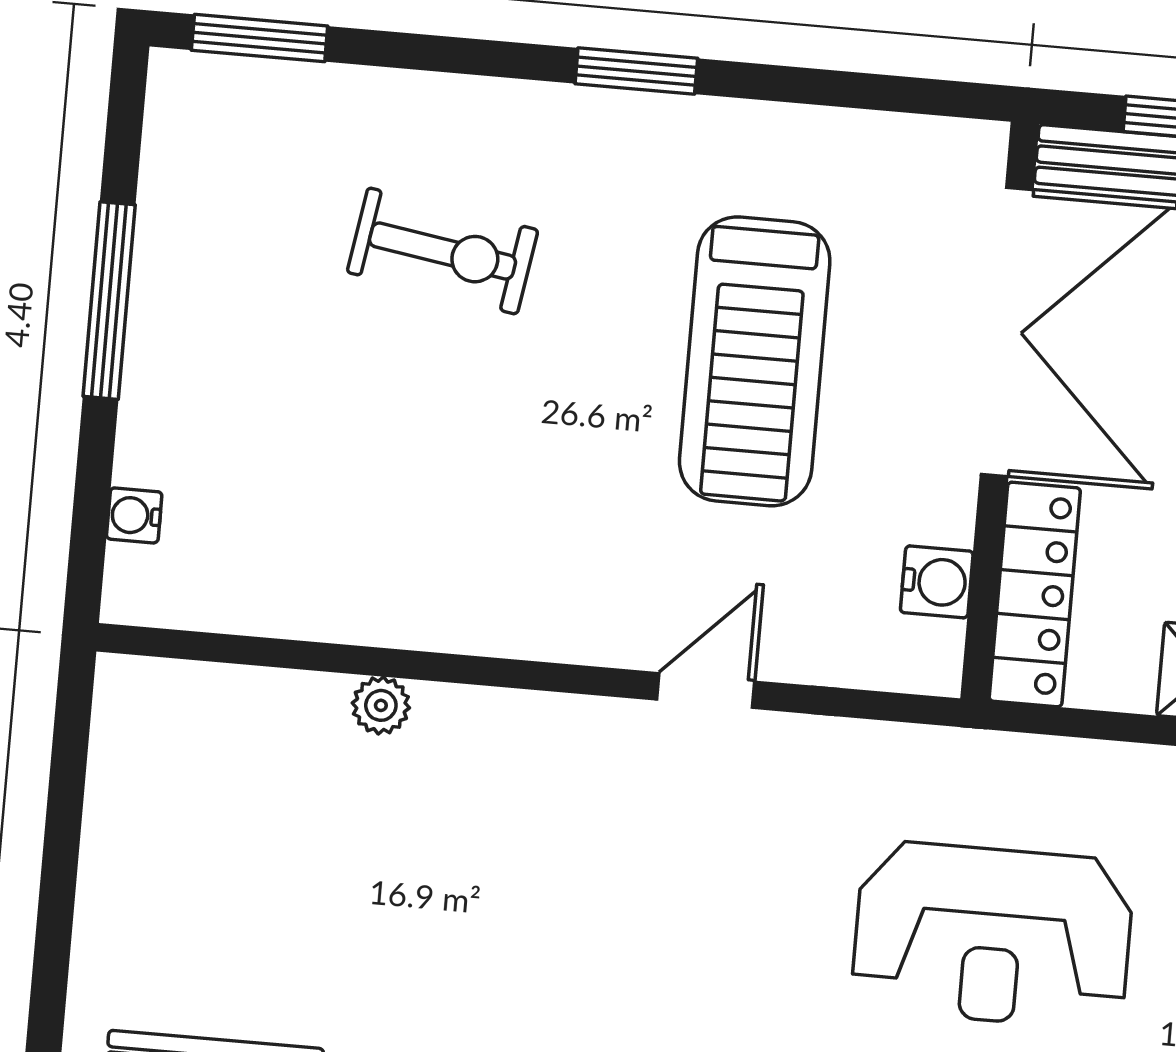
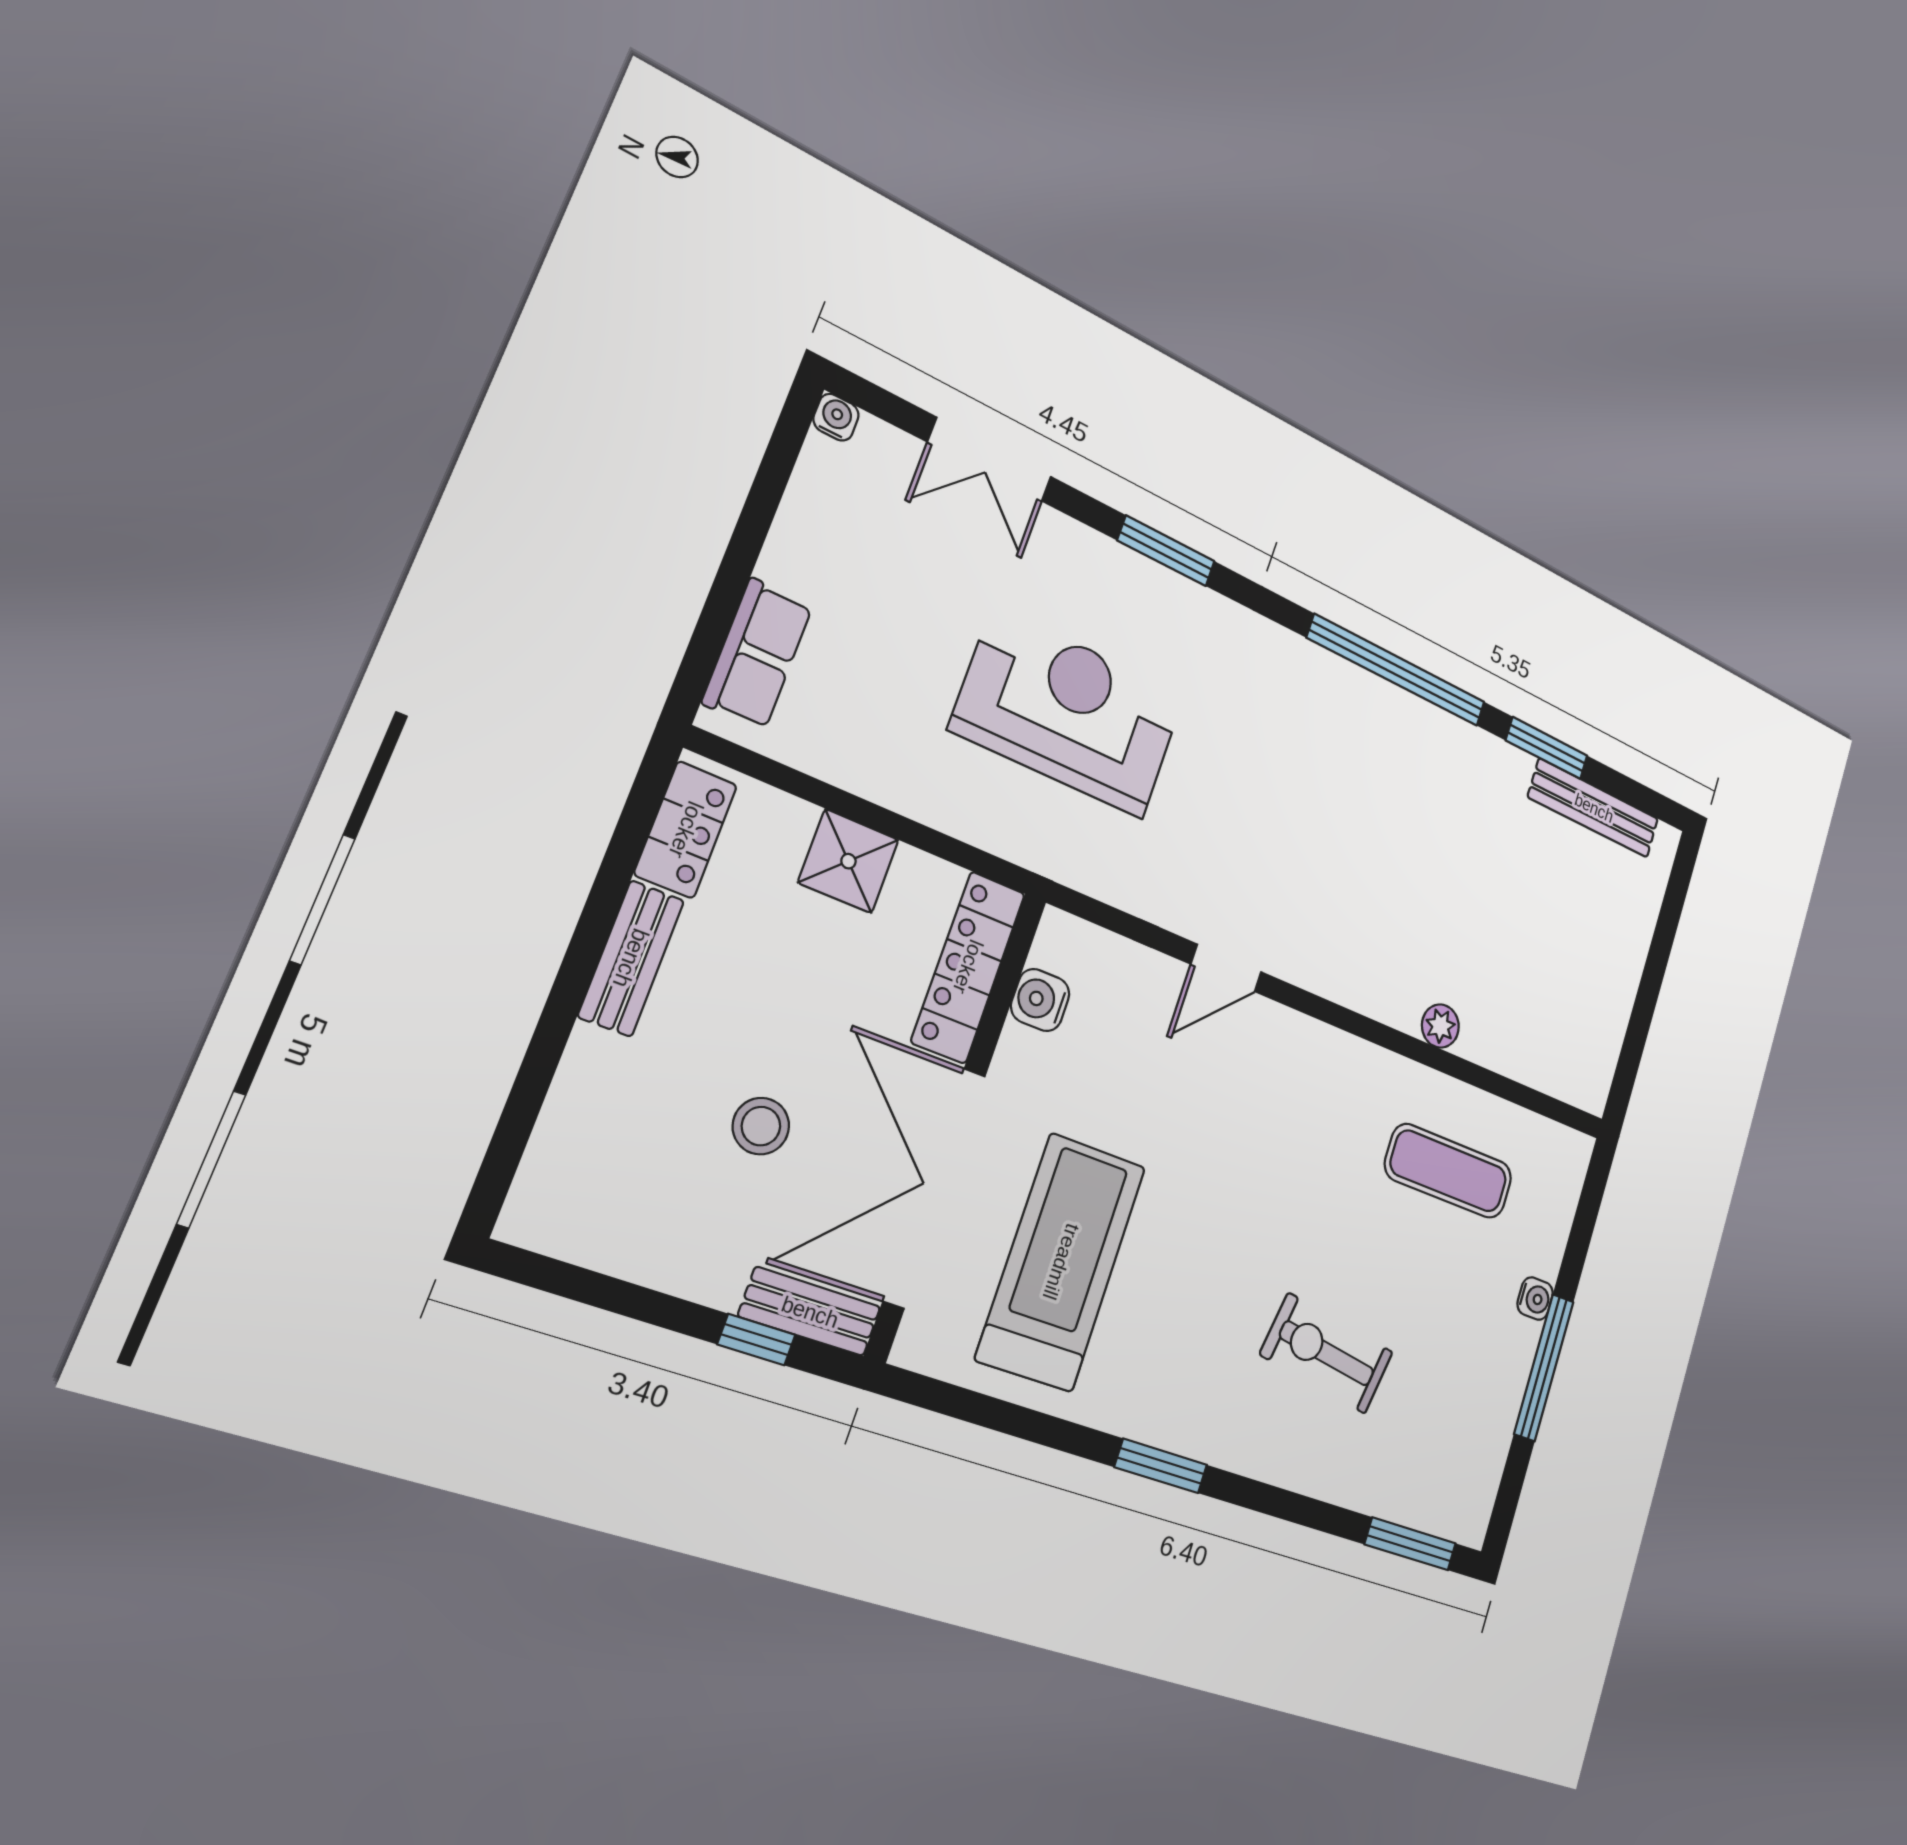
treadmill: (755, 361) -> (1061, 1262), moved
water cooler: (134, 515) -> (1535, 1299), moved
exercise mat: (321, 521) -> (1449, 1171), added

